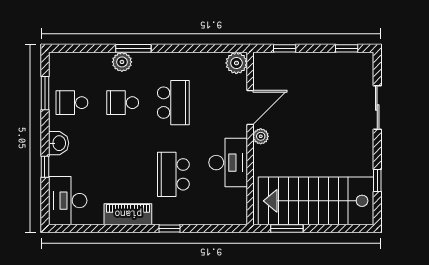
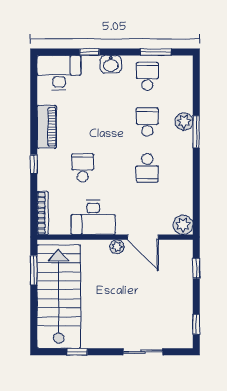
school desk: (173, 103) -> (147, 168), width x0.54
school desk: (173, 174) -> (83, 168), width x0.54
bookcase: (223, 219) -> (43, 213), added

